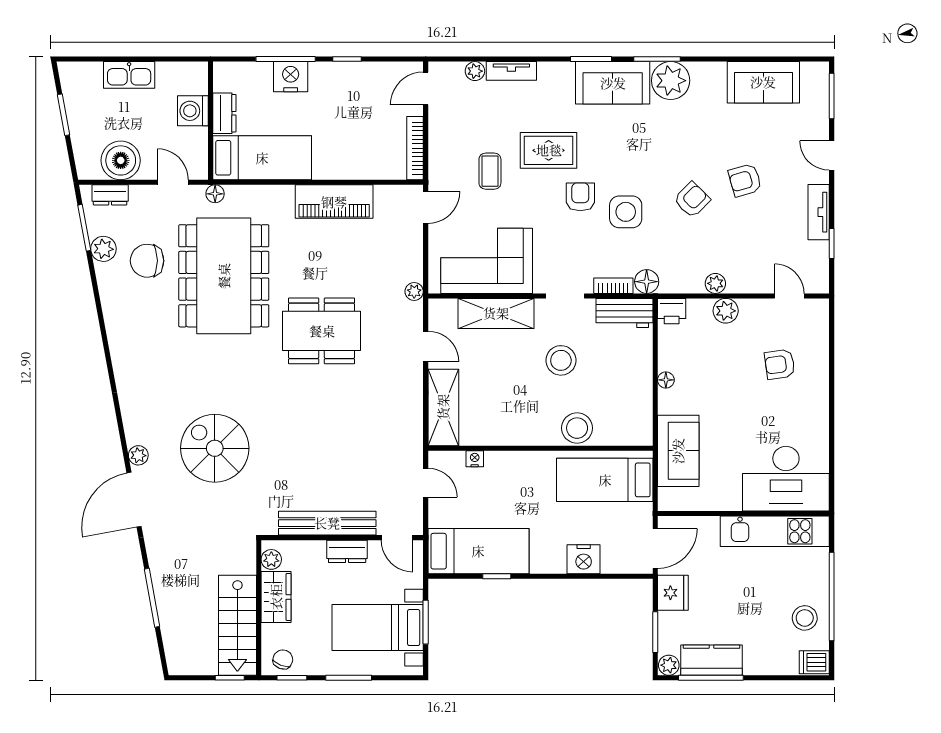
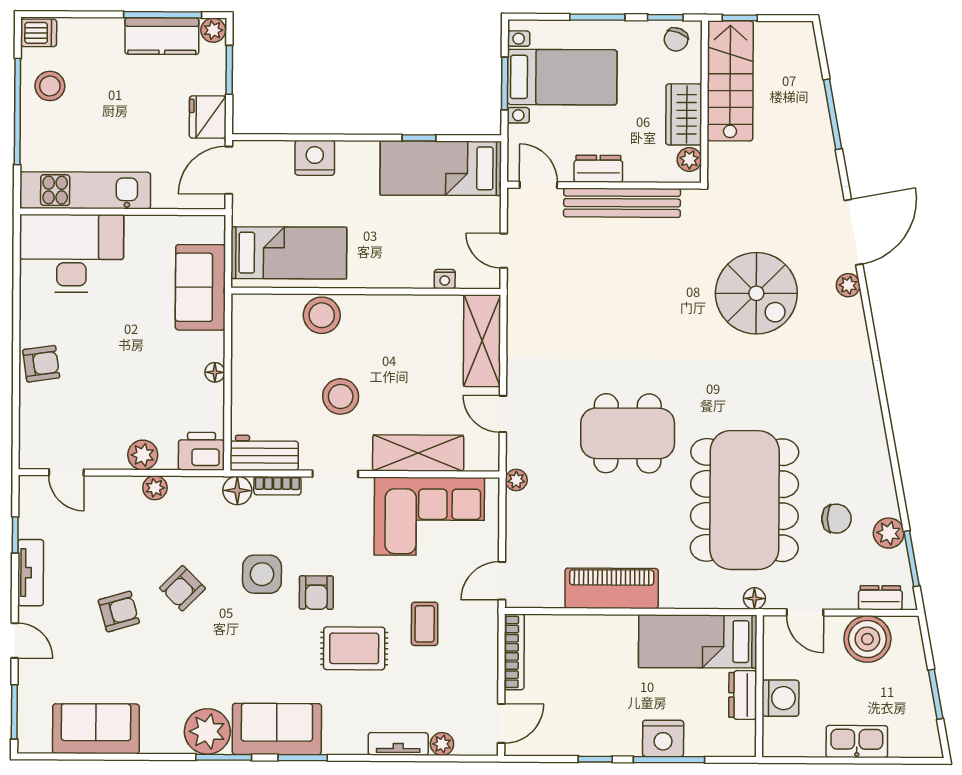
chair: (147, 261) -> (836, 519), width x0.73, depth x0.73
printer: (672, 311) -> (201, 451), width x1.36, depth x1.24
armchair: (780, 364) -> (41, 364), moved

